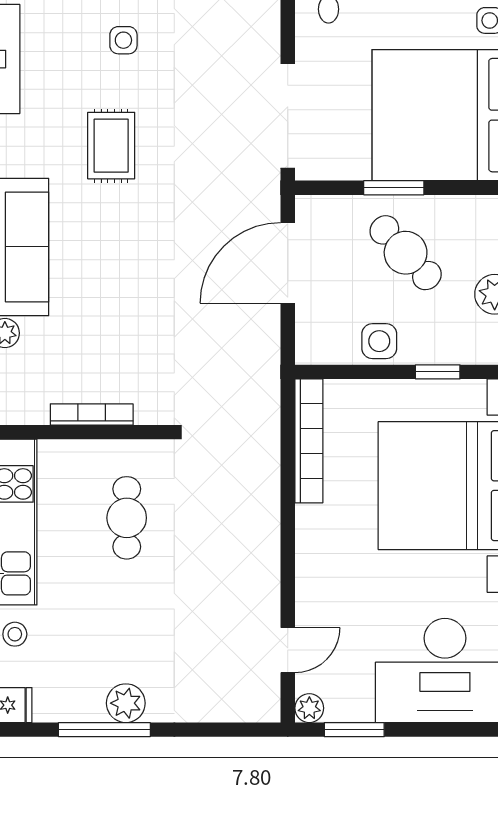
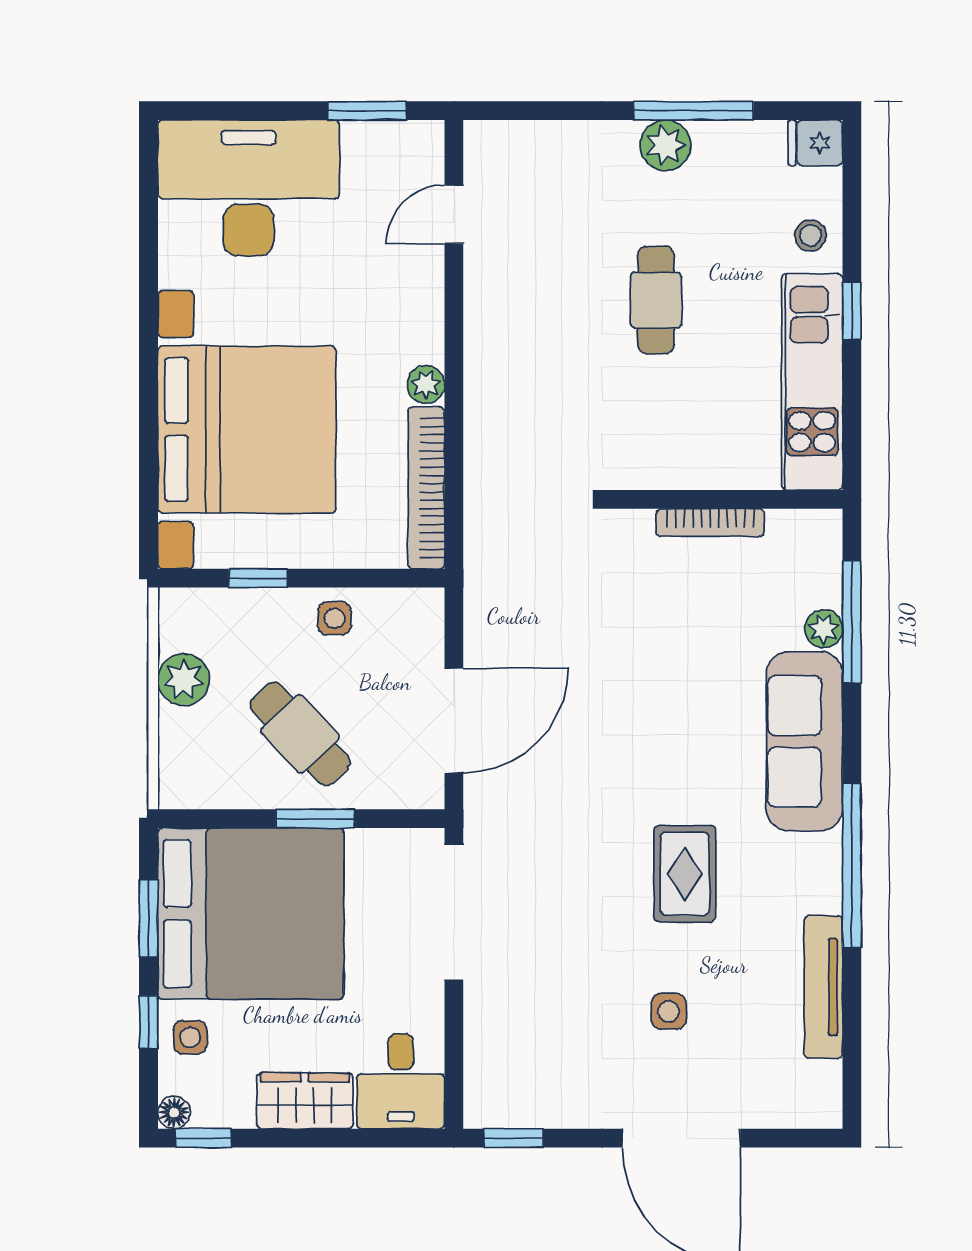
side table: (379, 341) -> (334, 618), width x0.73, depth x0.73
cafe table: (127, 518) -> (656, 300), moved
plant: (309, 708) -> (426, 384), moved

